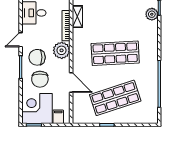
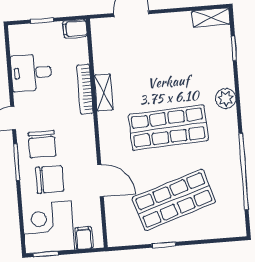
plant: (152, 14) -> (226, 98), moved
shelving: (77, 17) -> (104, 92), moved
plant: (62, 50) -> (81, 130), removed
chair: (37, 57) -> (42, 144), turned -90
chair: (40, 79) -> (50, 179), turned -90

